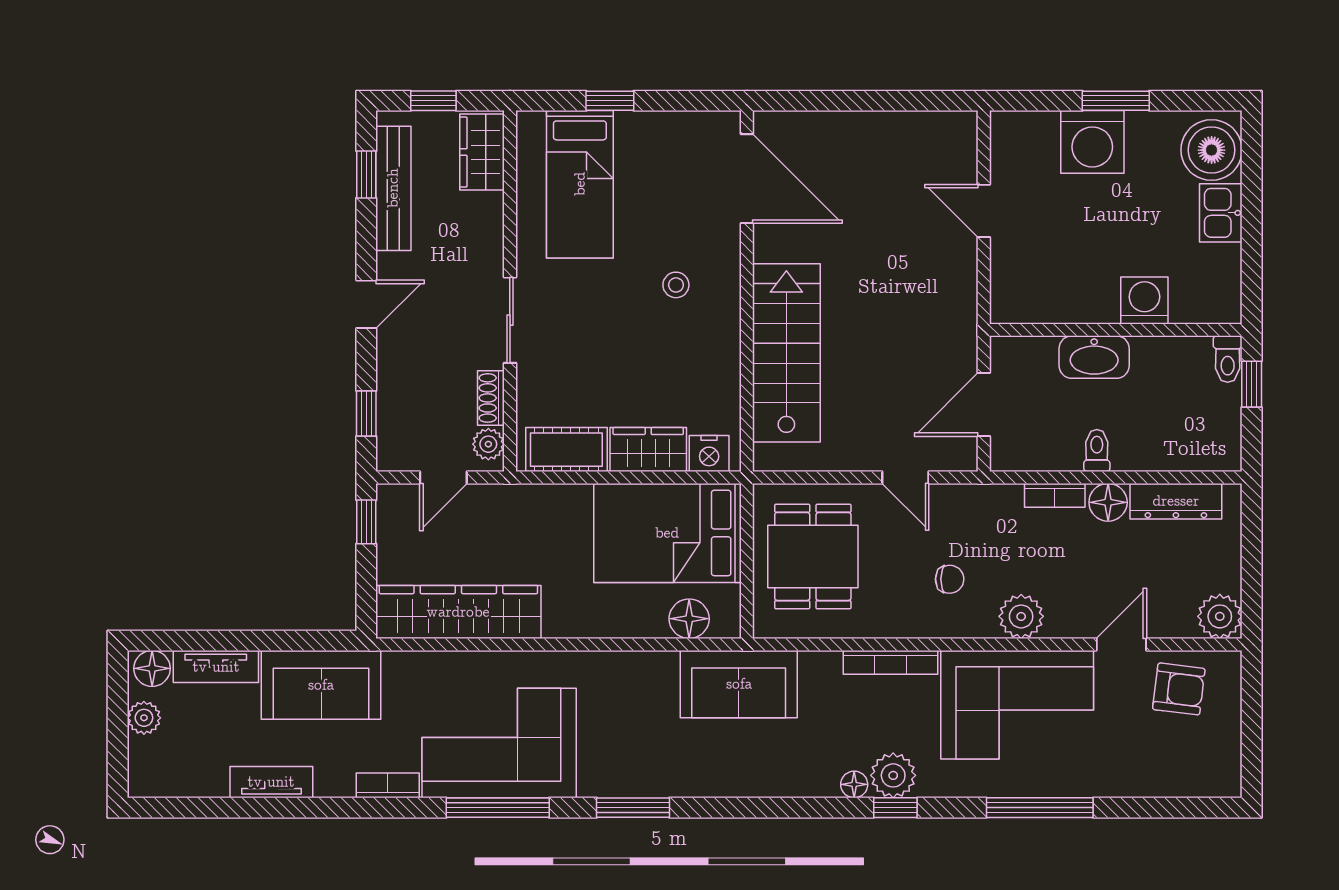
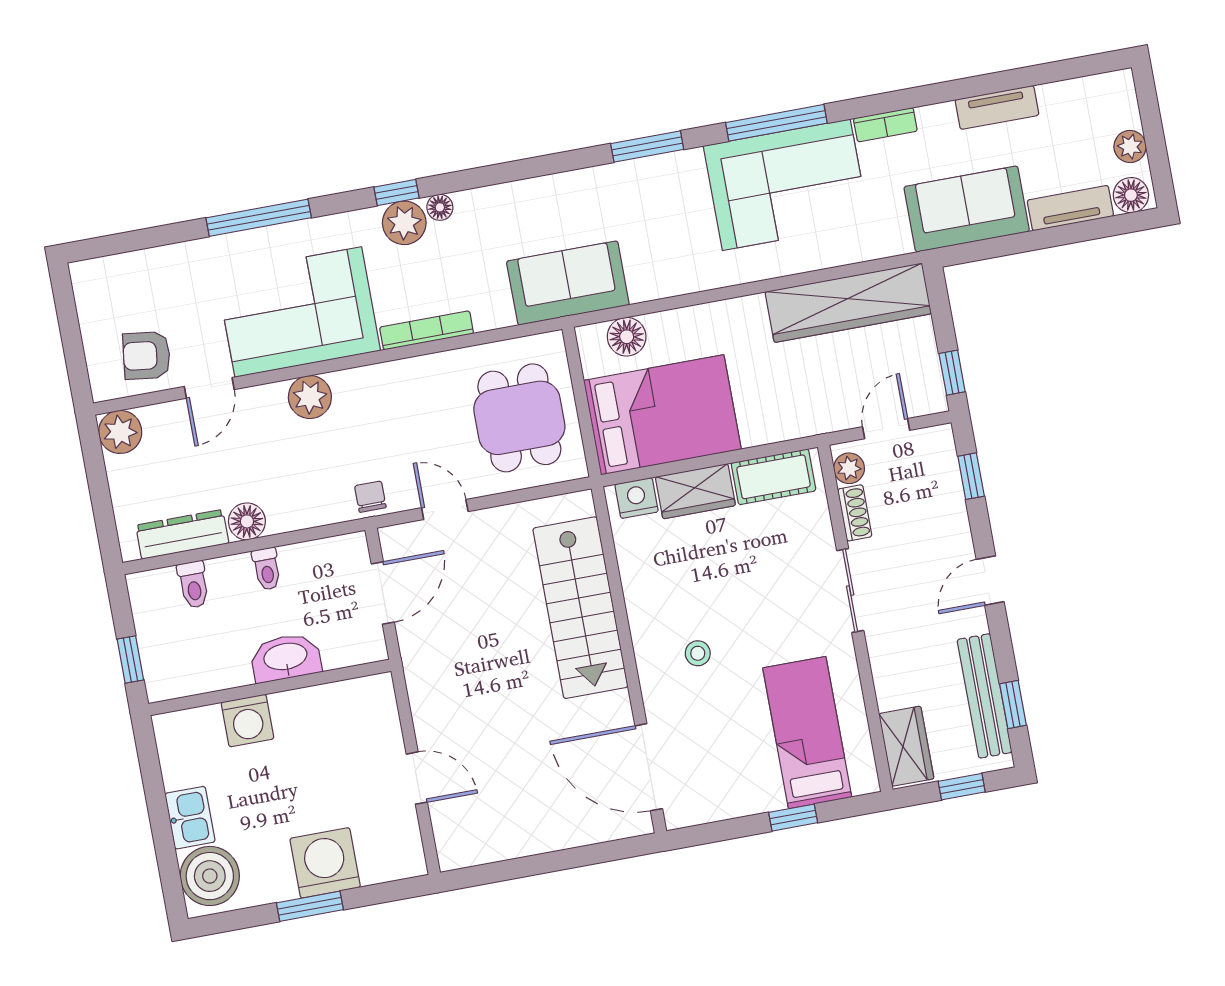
toilet: (1228, 359) -> (193, 585), moved, turned 180
bookcase: (1055, 495) -> (299, 519), removed
chair: (950, 579) -> (370, 497), moved, turned 89

